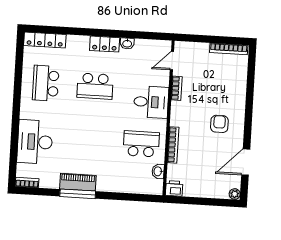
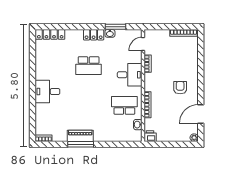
window: (135, 35) -> (116, 27), added
school desk: (46, 83) -> (53, 66), removed
desk: (35, 142) -> (47, 92), moved, width x0.73

